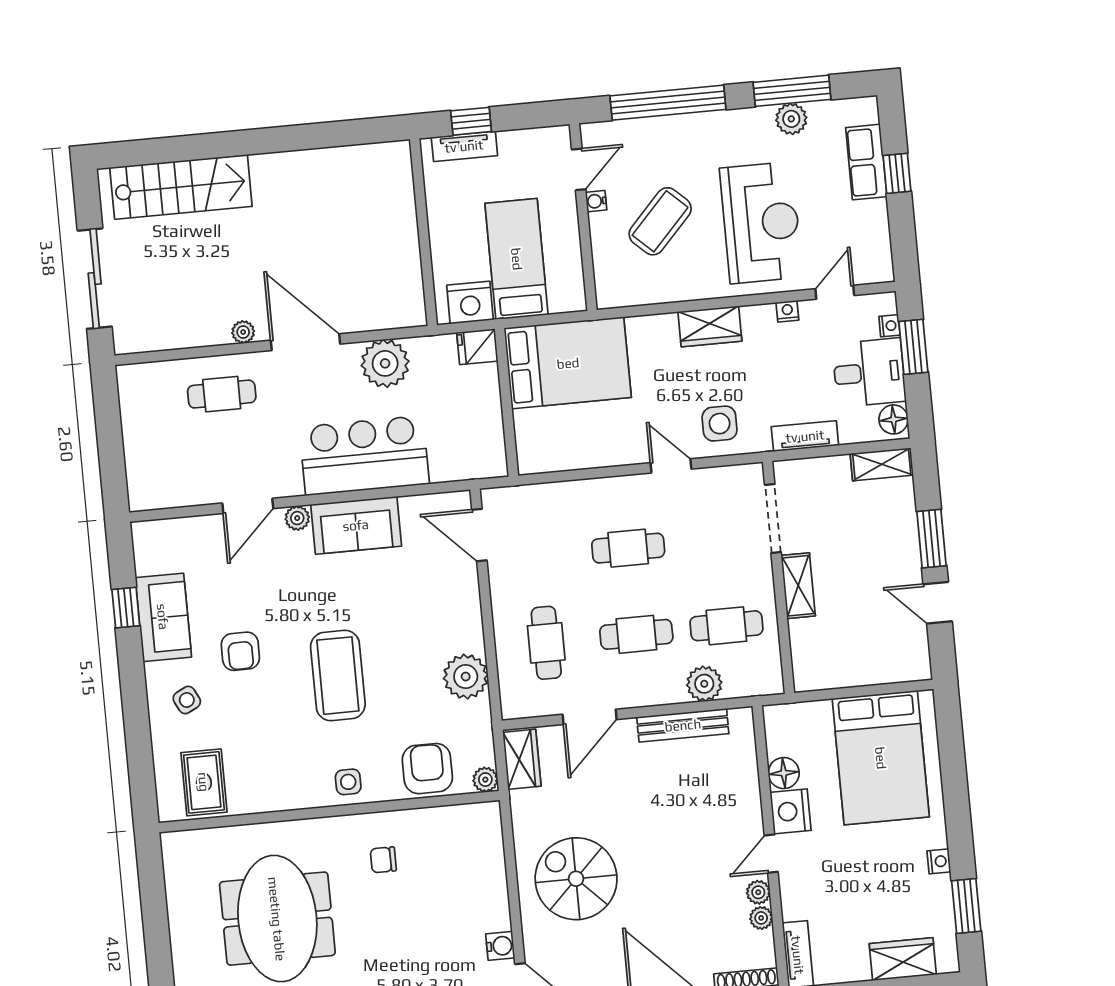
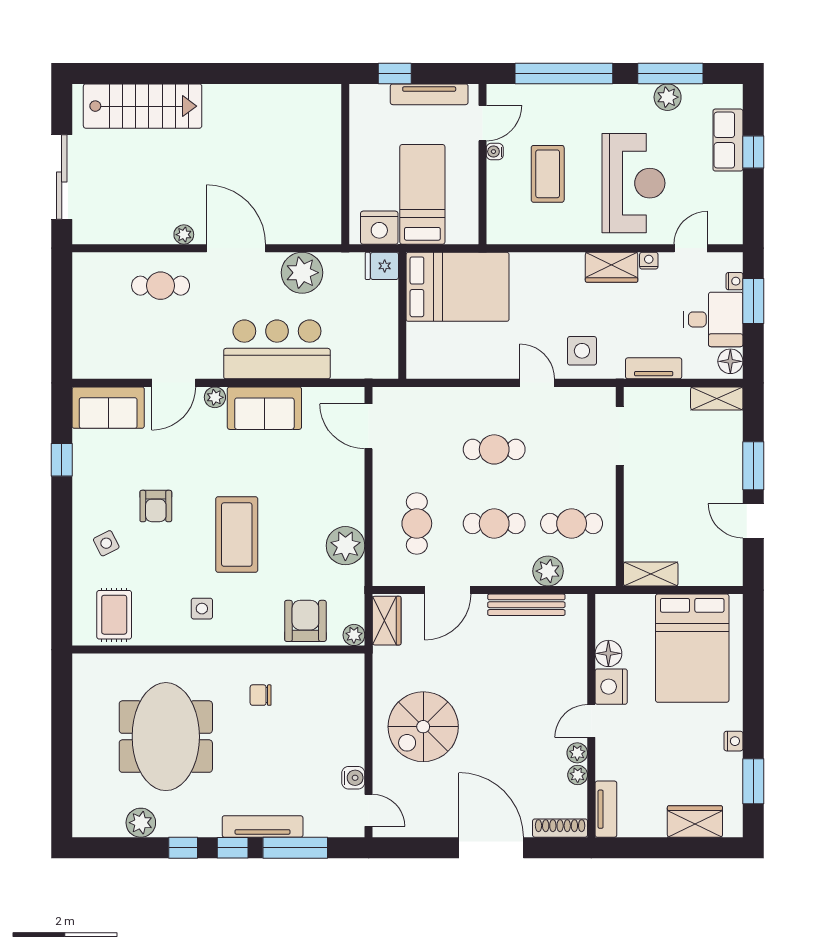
tv unit: (464, 146) -> (429, 94), moved, width x1.41
coffee table: (660, 221) -> (548, 174), turned -43
wardrobe: (710, 326) -> (612, 267), moved
shelving: (798, 586) -> (651, 574), moved, turned 90
sofa: (163, 617) -> (108, 408), moved, turned 90
side table: (348, 782) -> (202, 609), moved
spiral stairs: (576, 879) -> (423, 727), turned -90

